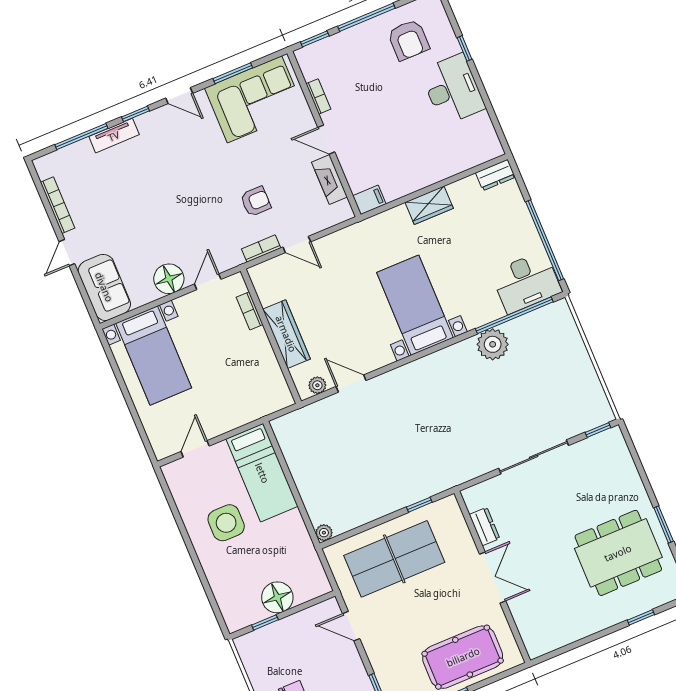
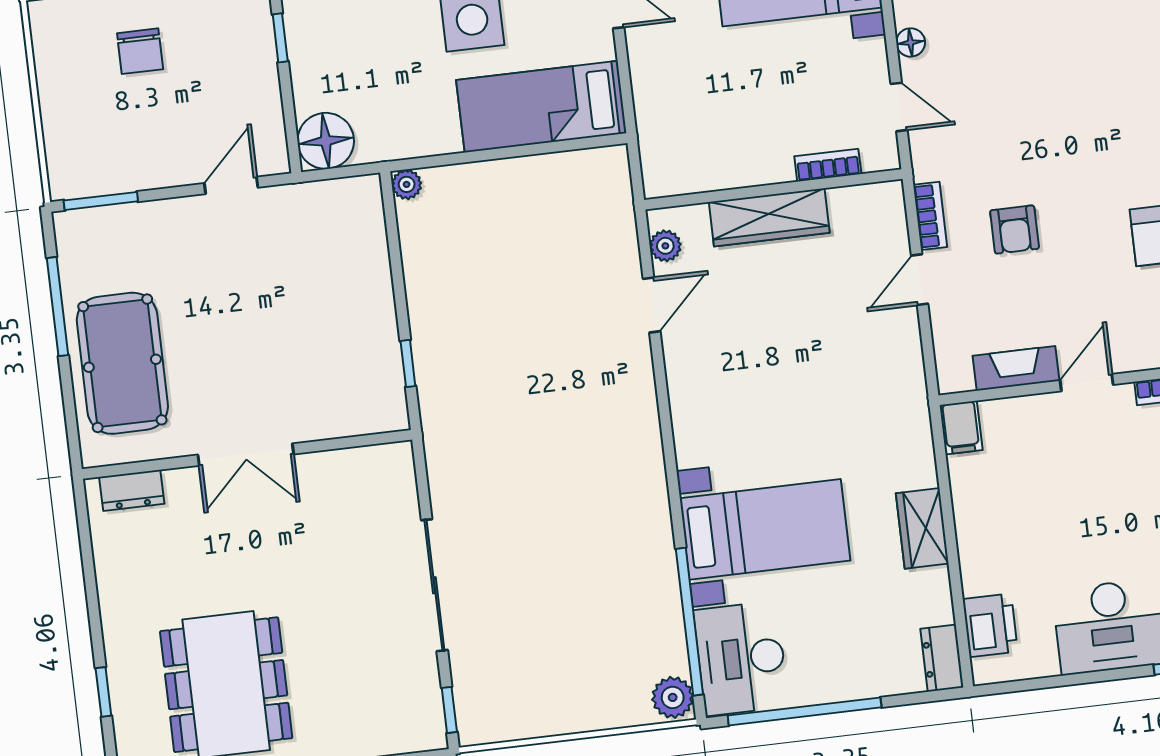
printer: (471, 154) -> (990, 625), added
floor lamp: (169, 279) -> (911, 42), width x0.53, depth x0.53
bed with nightstands: (415, 305) -> (765, 529), moved
plant: (493, 344) -> (673, 697), moved, width x0.73, depth x0.73
dresser: (485, 526) -> (132, 490), moved
table tennis table: (394, 559) -> (326, 293), removed
floor lamp: (277, 597) -> (326, 141), moved

